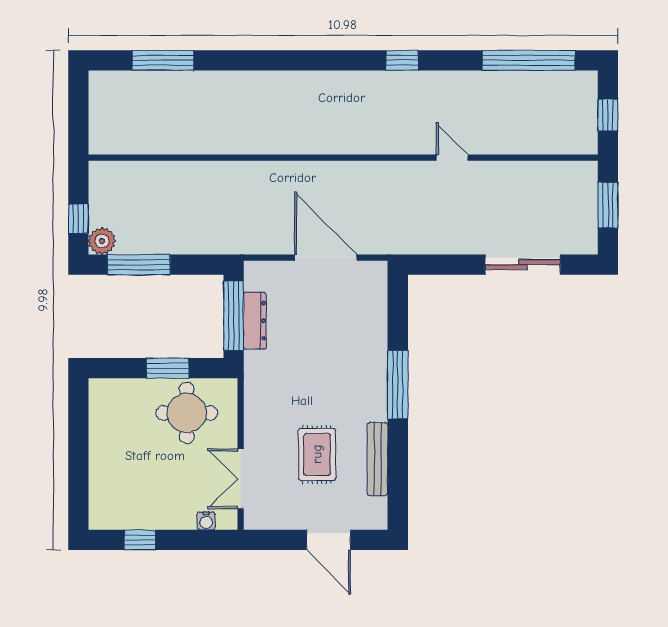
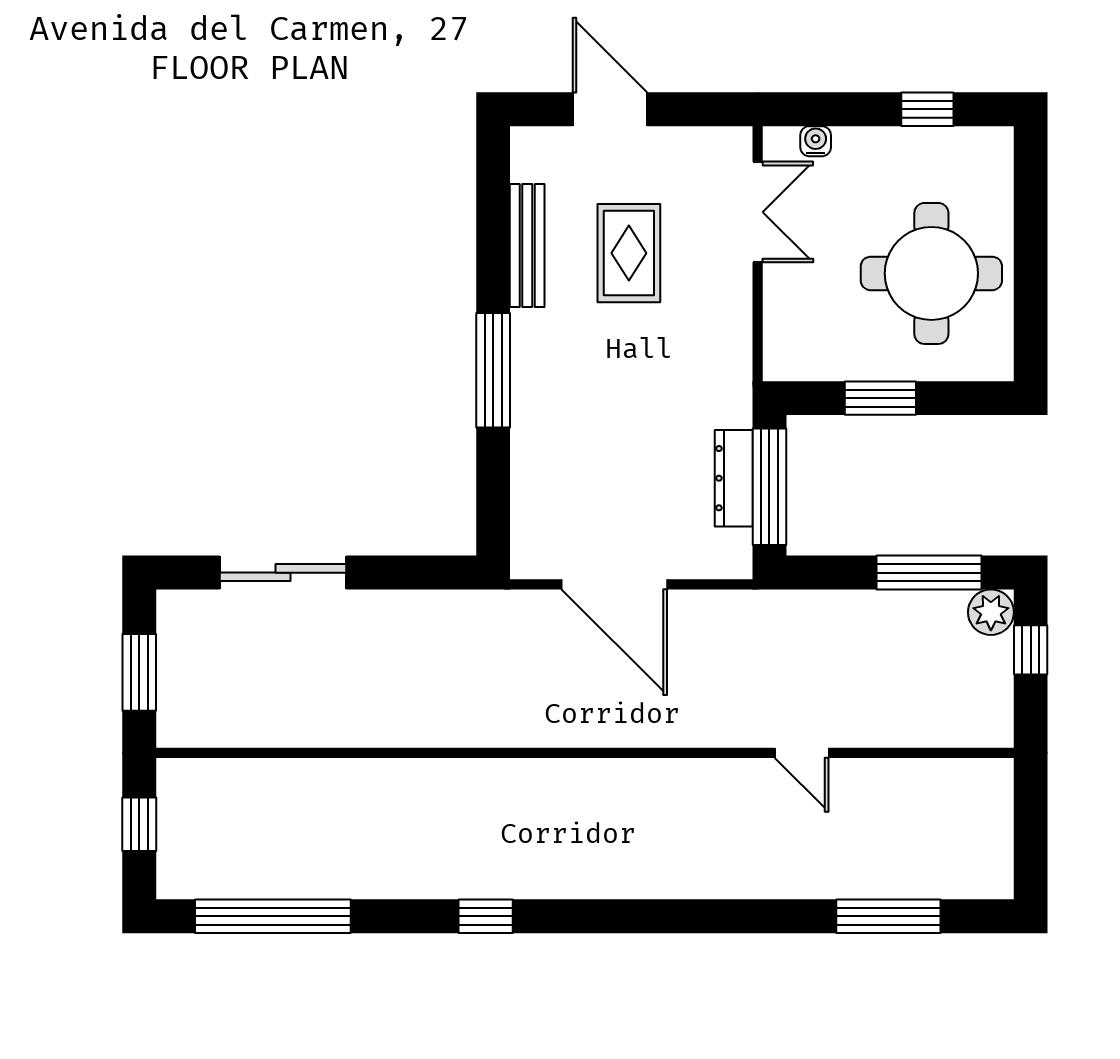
door: (452, 158) -> (802, 753), moved
round table: (187, 413) -> (931, 273), moved, width x1.36, depth x1.36

